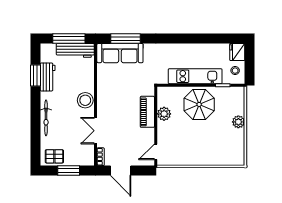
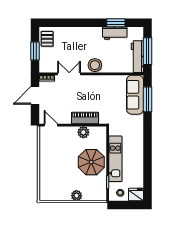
bicycle: (46, 118) -> (80, 32), removed

